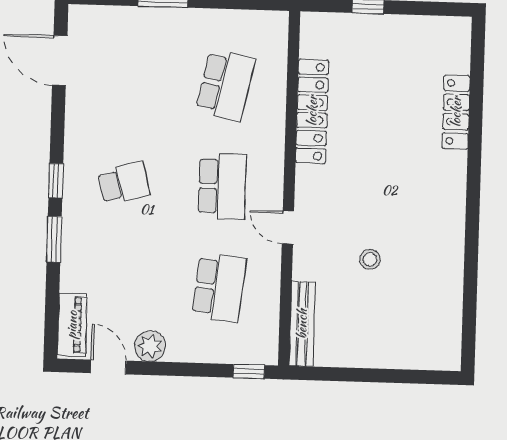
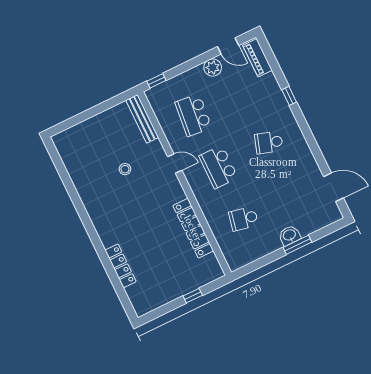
washbasin: (168, 21) -> (289, 235), added
school desk: (226, 85) -> (244, 219), width x0.54
window: (56, 180) -> (304, 126), removed
school desk: (124, 183) -> (269, 142), turned 33
window: (54, 239) -> (289, 96), width x0.67

